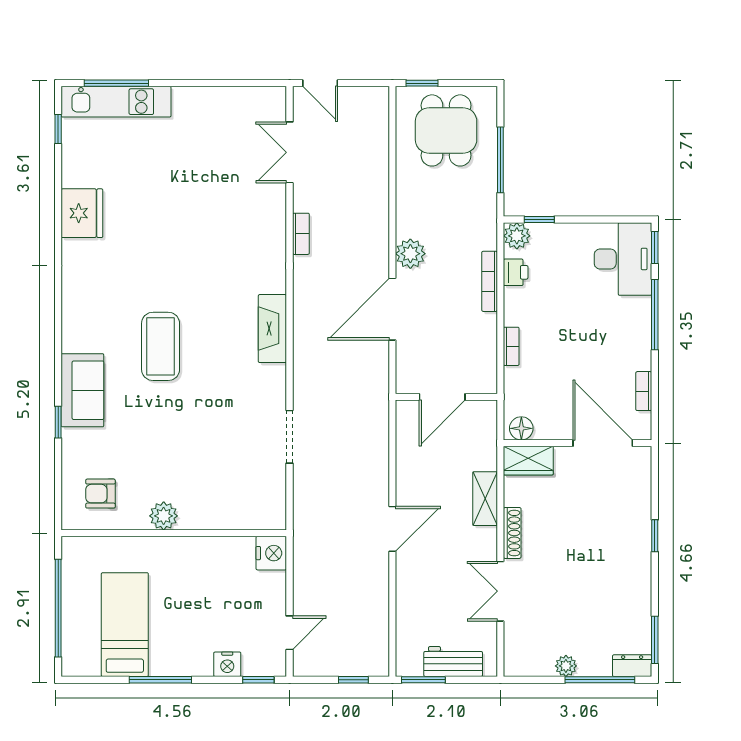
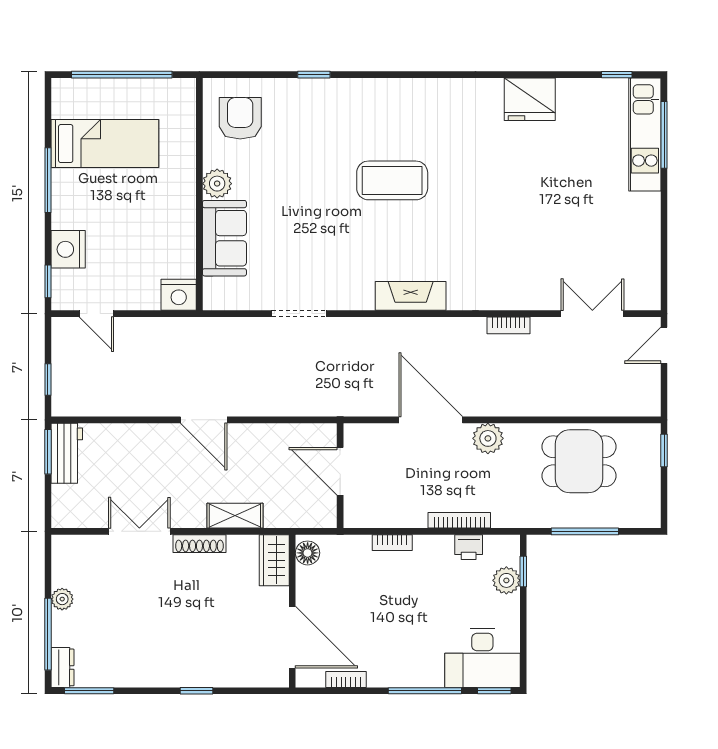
dining table: (446, 130) -> (579, 461), moved
plant: (517, 236) -> (506, 580), moved
sofa: (82, 390) -> (224, 238), moved, turned -90
door: (603, 443) -> (292, 637), hinge flipped
armchair: (100, 494) -> (240, 118), width x1.38, depth x1.38
workbench: (453, 662) -> (67, 453), moved
nightstand: (227, 664) -> (68, 249), width x1.36, depth x1.33

